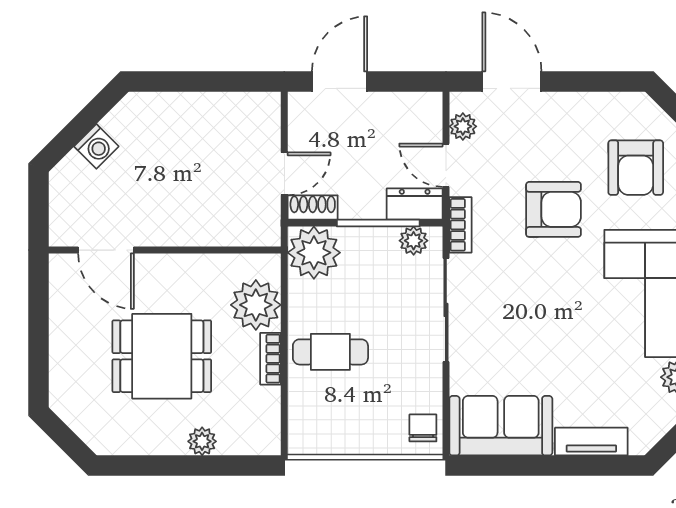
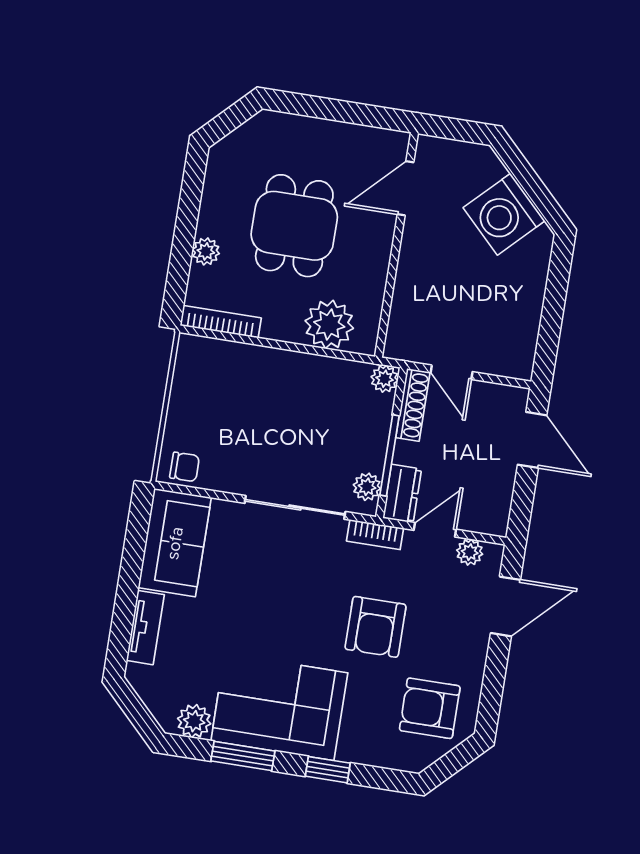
washing machine: (96, 146) -> (504, 214), width x1.89, depth x1.89
armchair: (636, 168) -> (430, 708), moved
shoe rack: (313, 208) -> (413, 405), width x1.43
plant: (314, 253) -> (385, 379), width x0.53, depth x0.53
cafe table: (330, 352) -> (272, 389), removed
bookcase: (271, 359) -> (221, 322), moved, width x1.56

